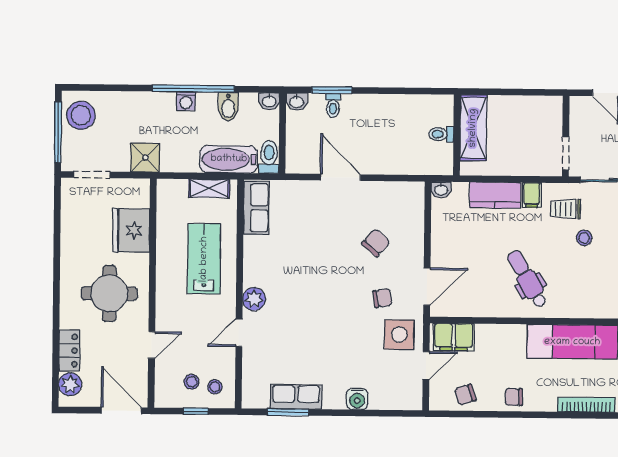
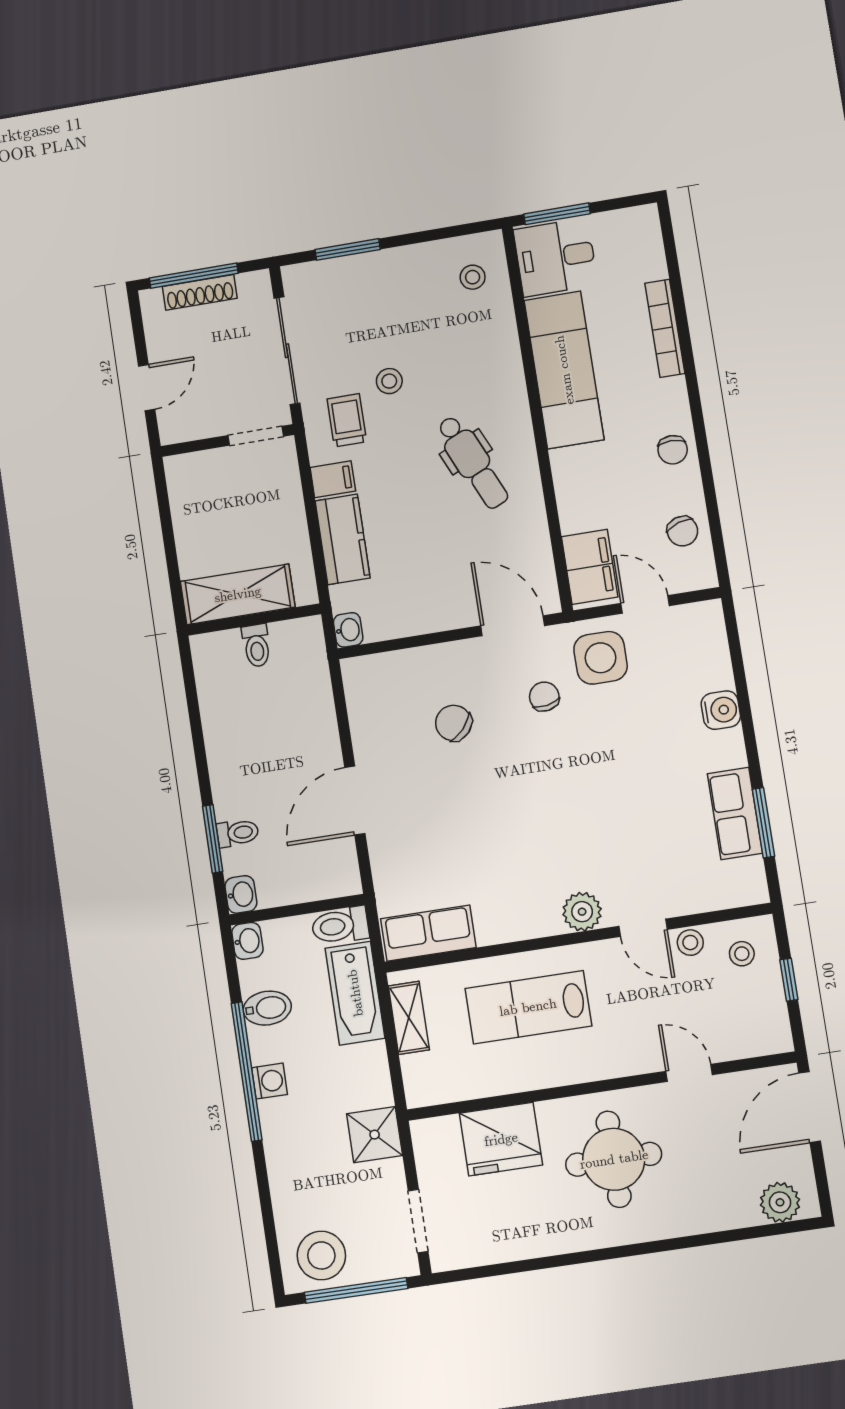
trolley: (565, 209) -> (347, 420), turned 180
dental chair: (527, 279) -> (473, 462), turned -84
locker: (69, 351) -> (723, 1213), removed
stool: (192, 382) -> (690, 943), moved

